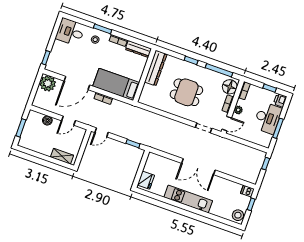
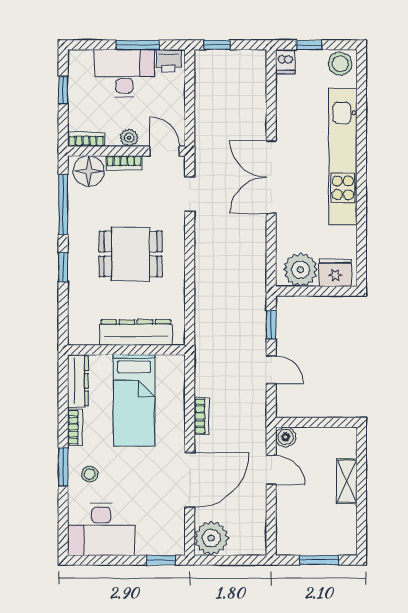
desk: (70, 32) -> (101, 529), width x1.37
dresser: (156, 68) -> (136, 333), moved
door: (77, 83) -> (190, 480), hinge flipped
bed: (116, 84) -> (134, 400), moved
dining table: (186, 92) -> (131, 254), turned 90
printer: (280, 100) -> (169, 61), moved
boiler: (47, 120) -> (286, 437), moved
door: (102, 132) -> (271, 370), moved
shelving: (62, 156) -> (347, 481), moved
plant: (153, 165) -> (300, 270), added
double door: (198, 167) -> (271, 177), swing flipped
kitchen unit: (188, 199) -> (343, 156), width x1.36

